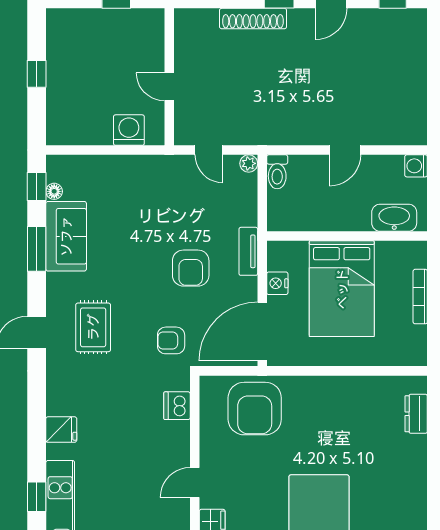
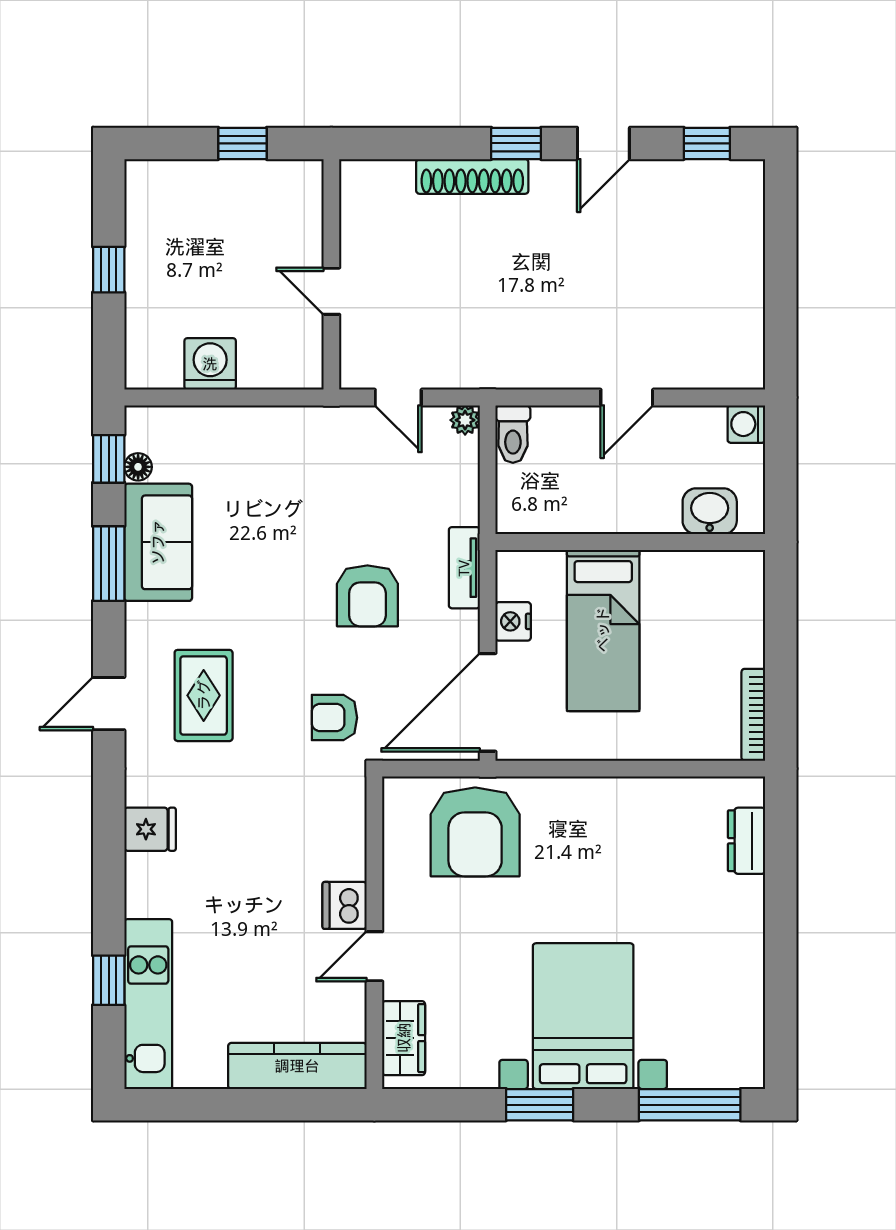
washing machine: (129, 130) -> (210, 364), moved
washbasin: (394, 218) -> (710, 511), width x0.72
bed: (342, 289) -> (603, 630), width x0.67
bookcase: (420, 297) -> (753, 715), moved
dishwasher: (177, 406) -> (345, 905), moved
fridge: (61, 430) -> (150, 829), moved

